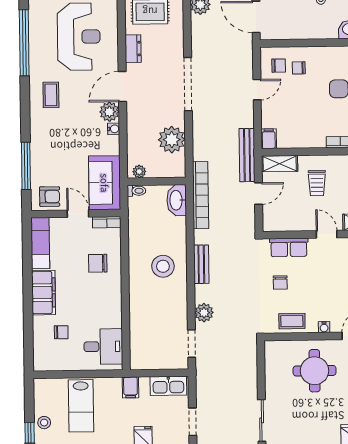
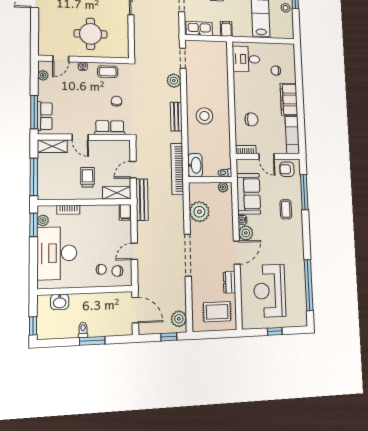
coffee table: (51, 95) -> (286, 209), moved
sofa: (105, 183) -> (249, 194), moved

